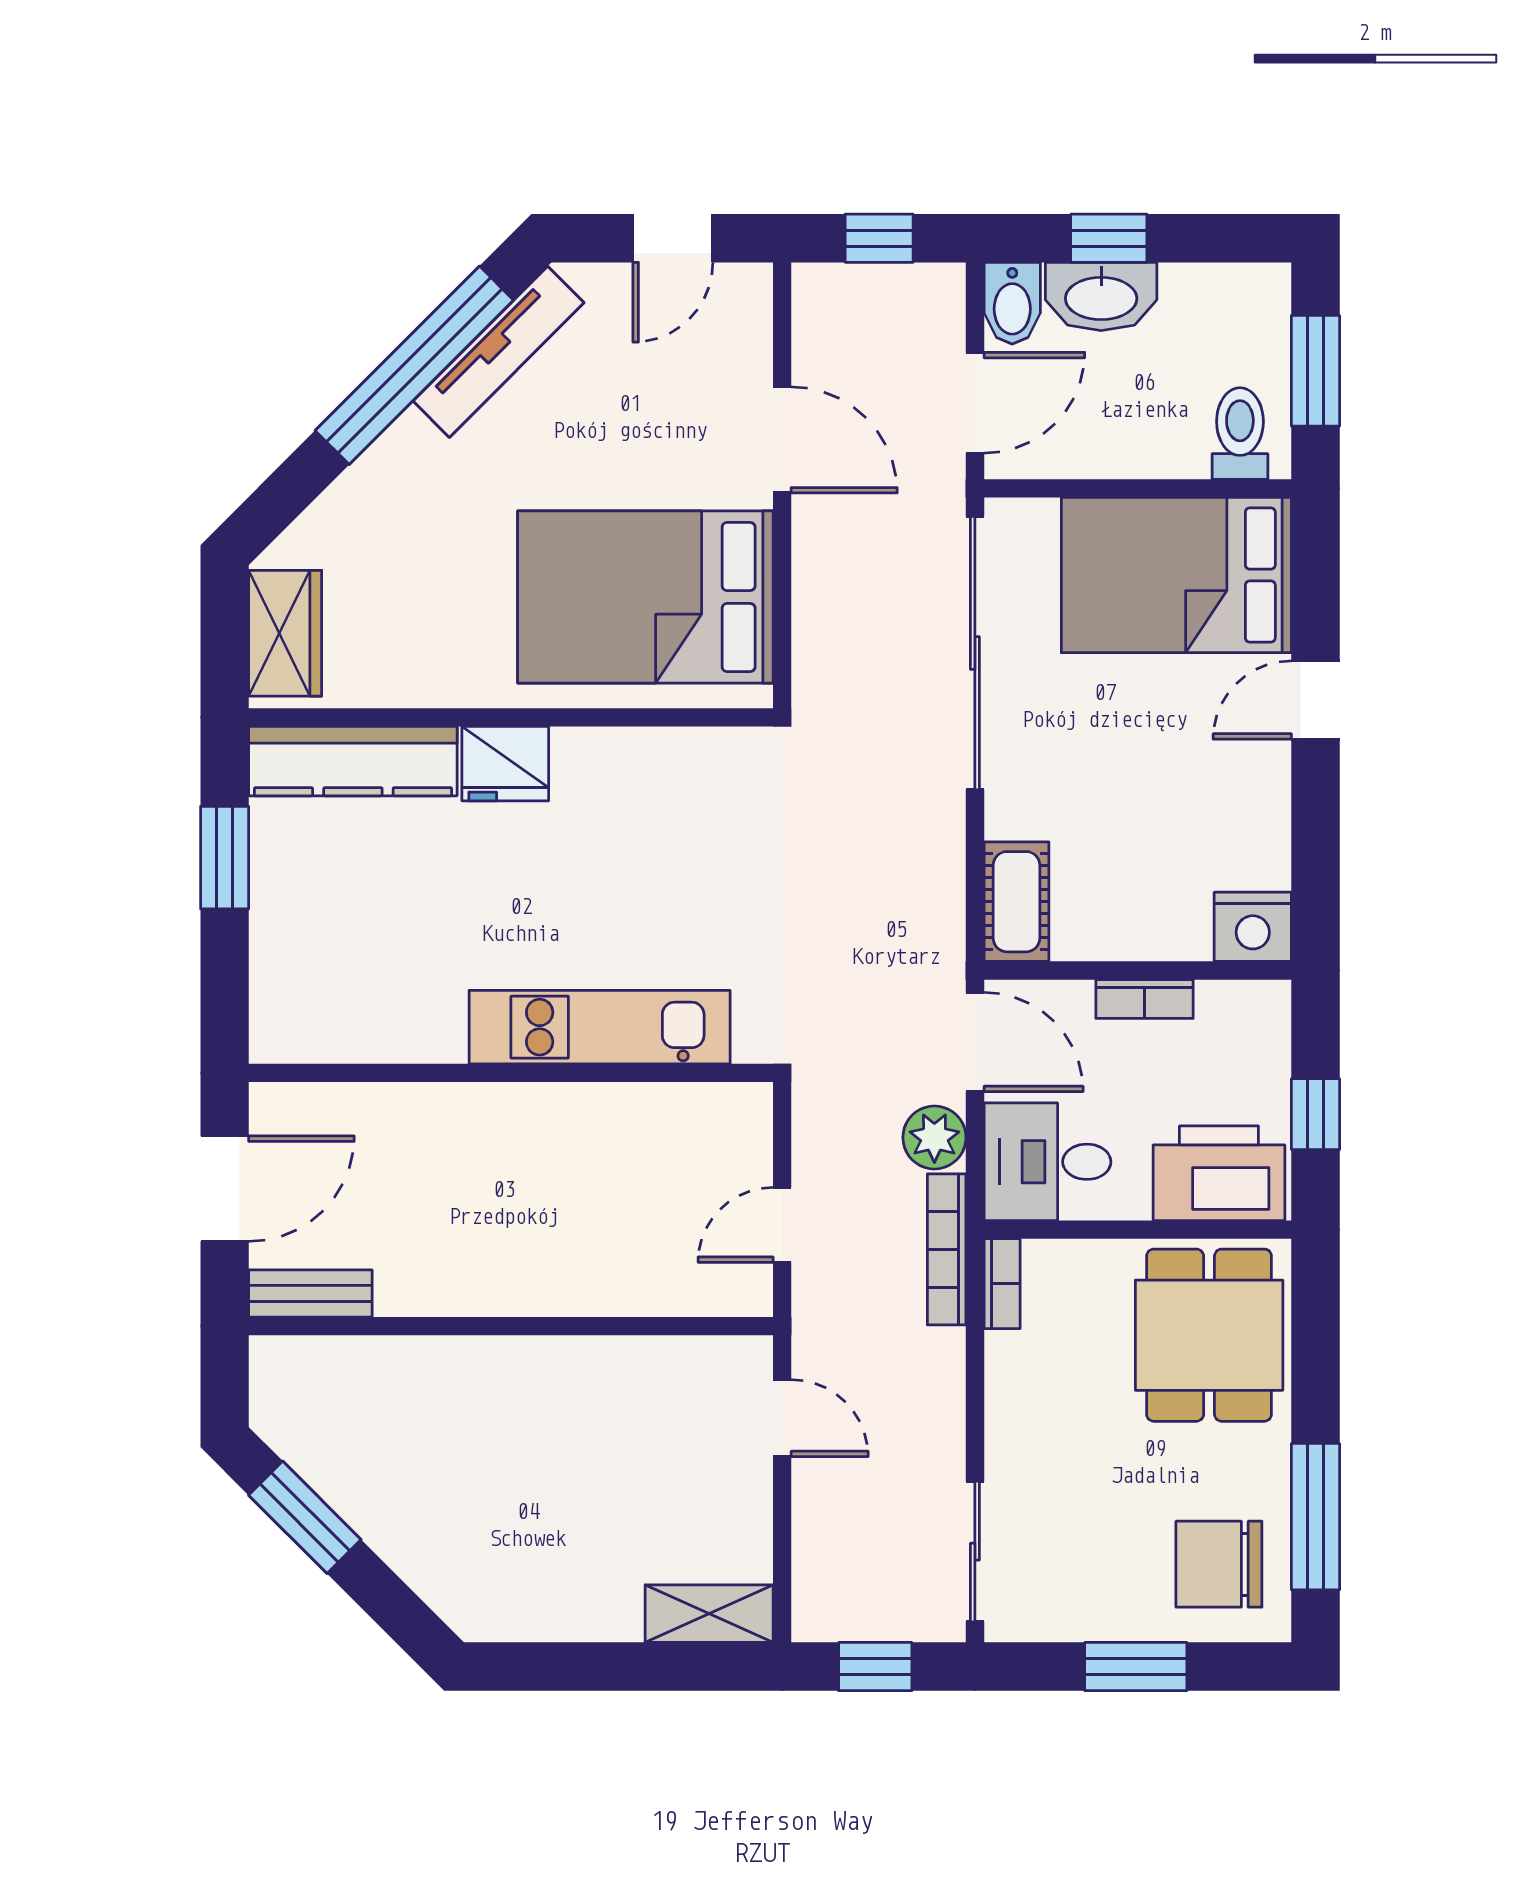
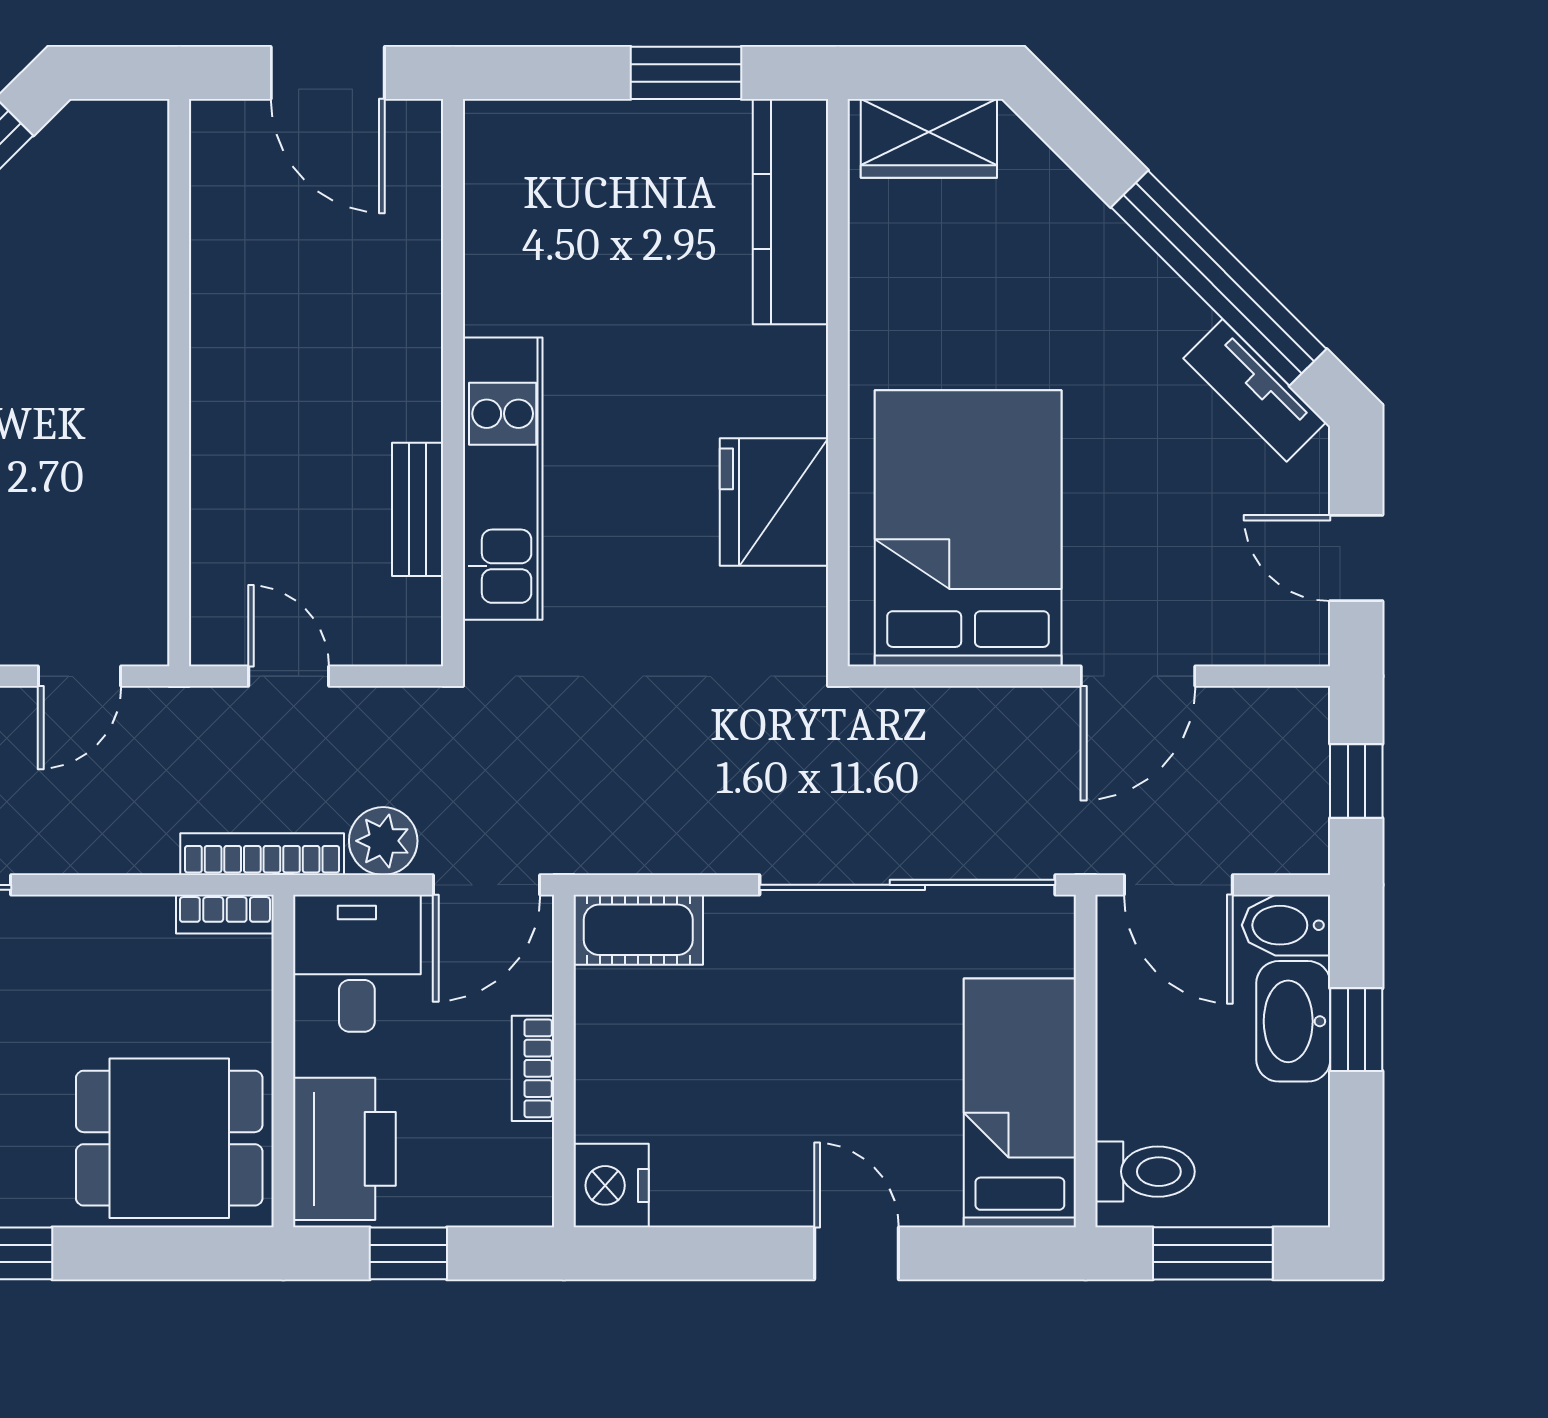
tv unit: (499, 352) -> (1255, 390), width x0.71
bed: (1176, 575) -> (1020, 1103), width x0.67
fridge: (505, 764) -> (774, 502), moved, width x1.36, depth x1.34
bench: (310, 1293) -> (418, 509), moved

